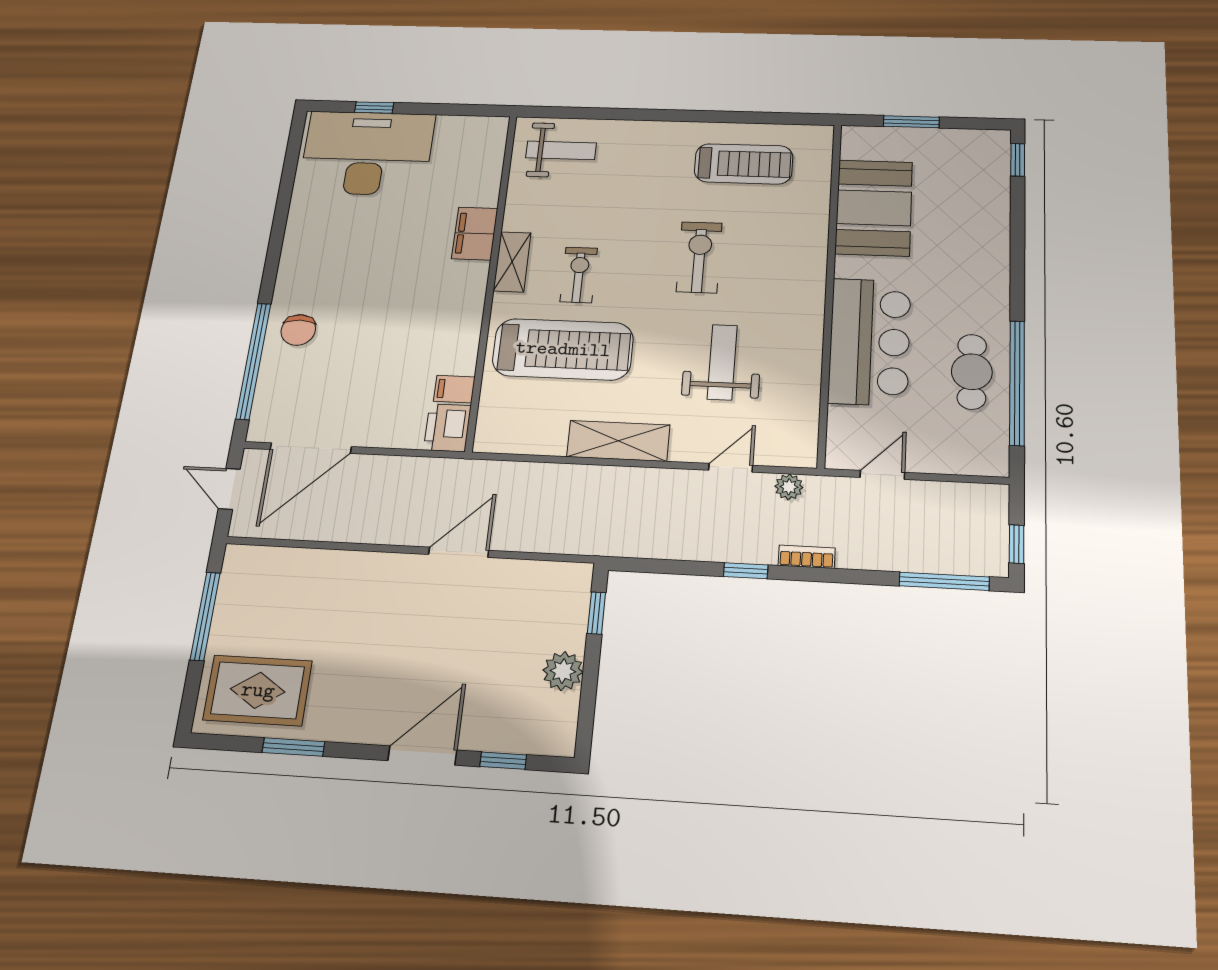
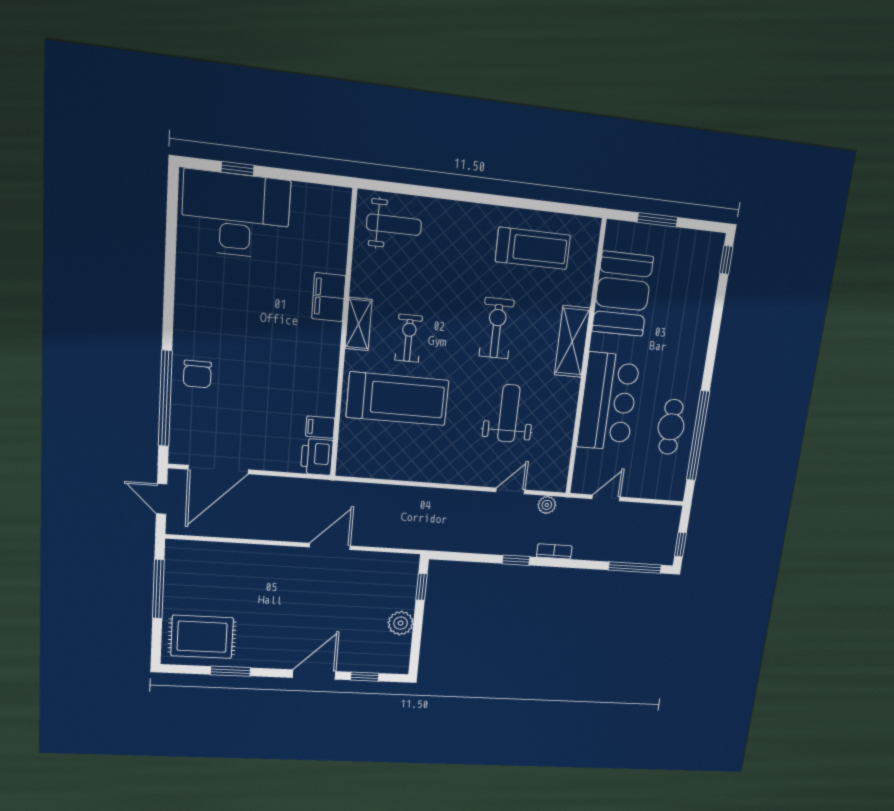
shelving: (618, 441) -> (572, 342), moved, turned 90

